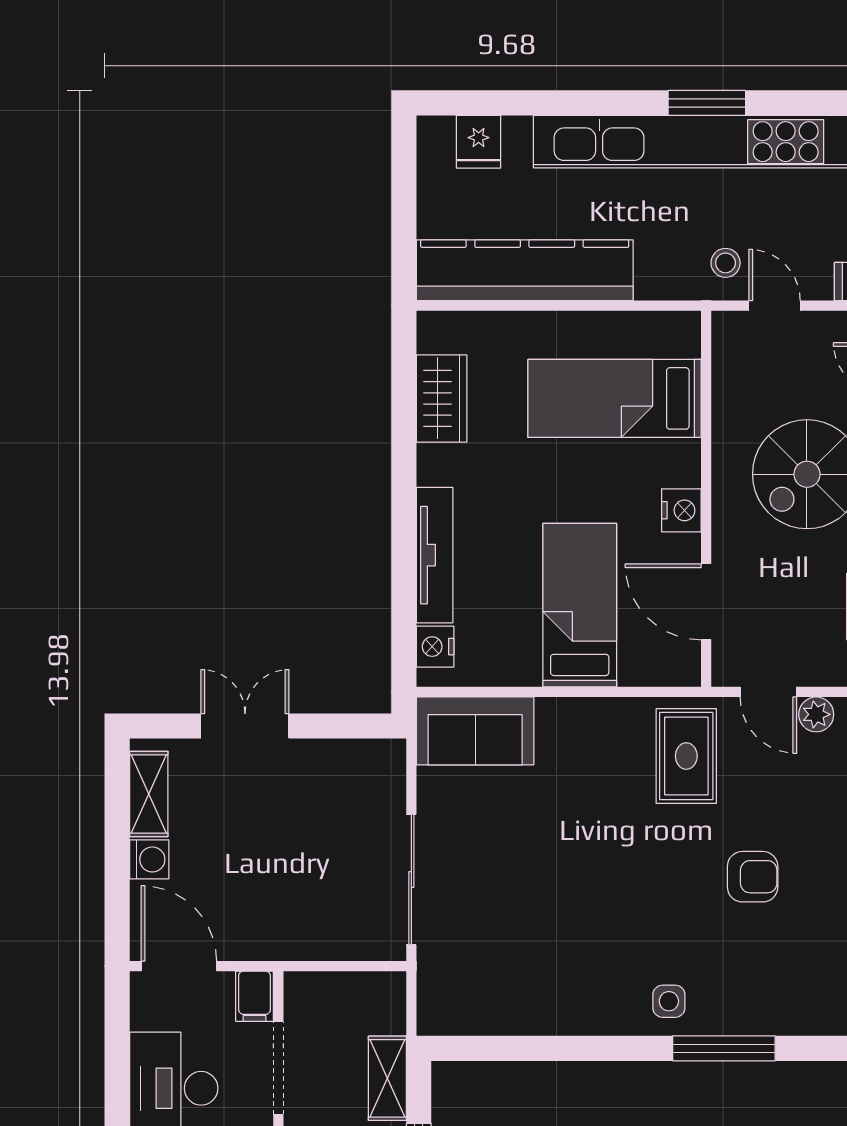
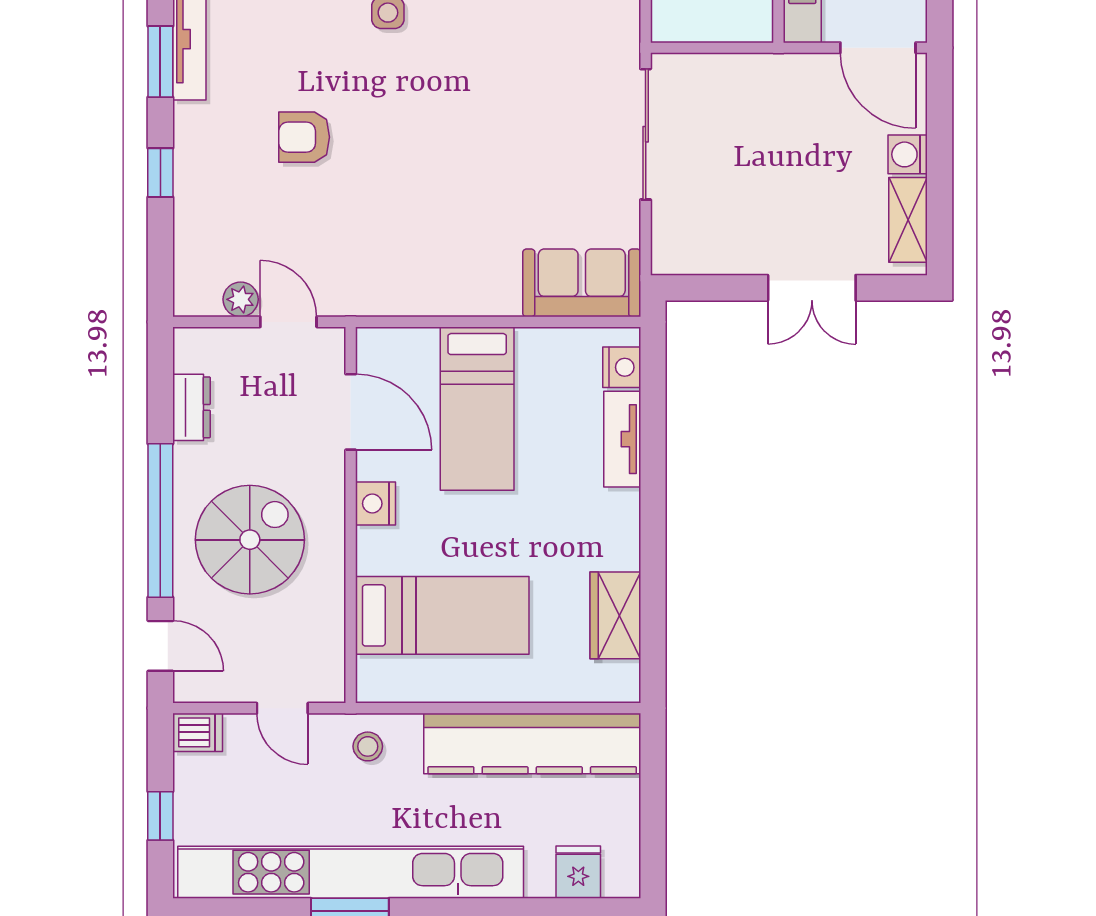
stool: (726, 263) -> (368, 746), moved
tv unit: (435, 555) -> (622, 439), width x0.71
rug: (686, 756) -> (371, 258), removed

